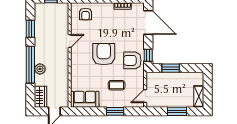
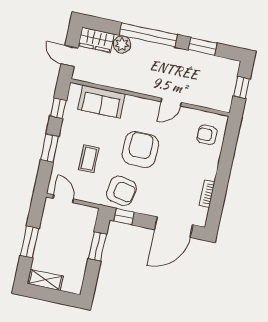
door: (70, 41) -> (171, 102), hinge flipped
armchair: (104, 54) -> (140, 149), turned -90
armchair: (132, 60) -> (121, 191), turned 100
plant: (40, 69) -> (122, 44), moved
sofa: (85, 99) -> (101, 102), moved, turned 90
window: (89, 111) -> (58, 108), added

